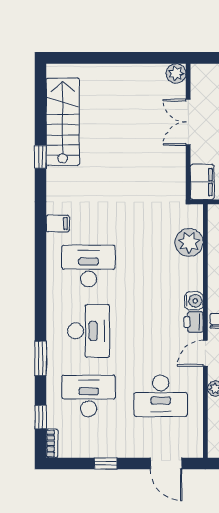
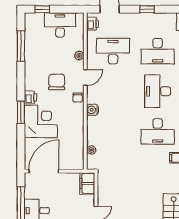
plant: (189, 242) -> (91, 150), width x0.53, depth x0.53
printer: (194, 322) -> (93, 24), moved

